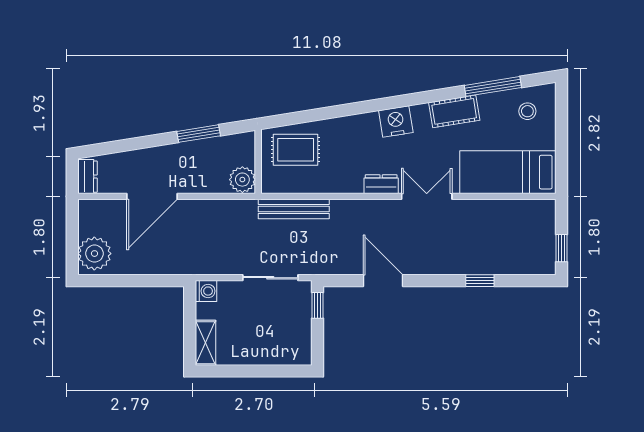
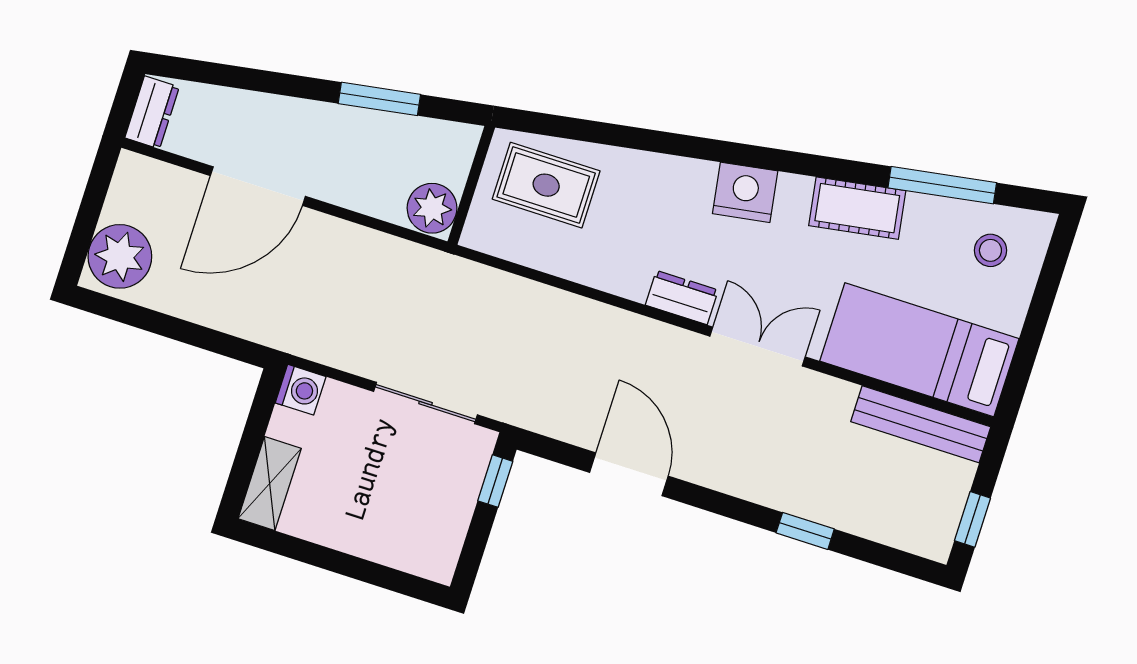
bench: (294, 209) -> (921, 424), moved

